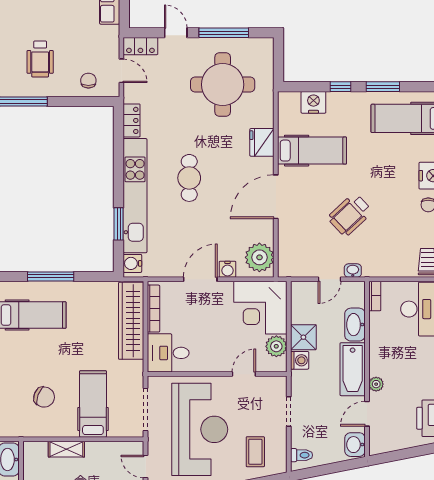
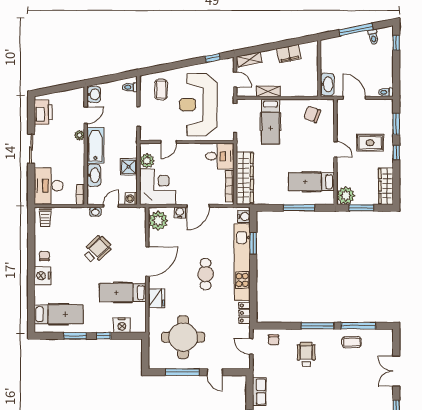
locker: (140, 46) -> (238, 363), removed
washing machine: (300, 360) -> (131, 199), moved
chair: (44, 397) -> (312, 114), moved
shelving: (66, 449) -> (268, 91), moved

